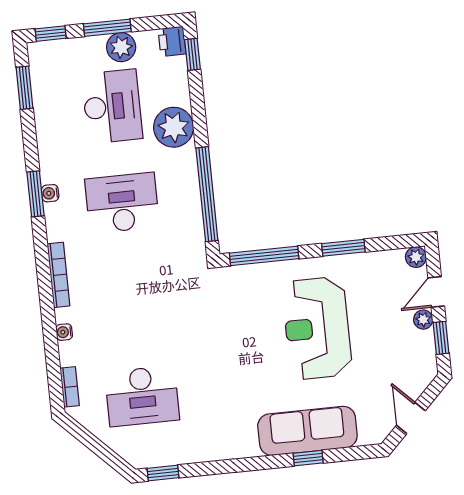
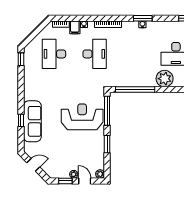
desk: (122, 203) -> (95, 54), moved
reception desk: (317, 328) -> (82, 117), moved
filing cabinet: (74, 353) -> (75, 27), added

